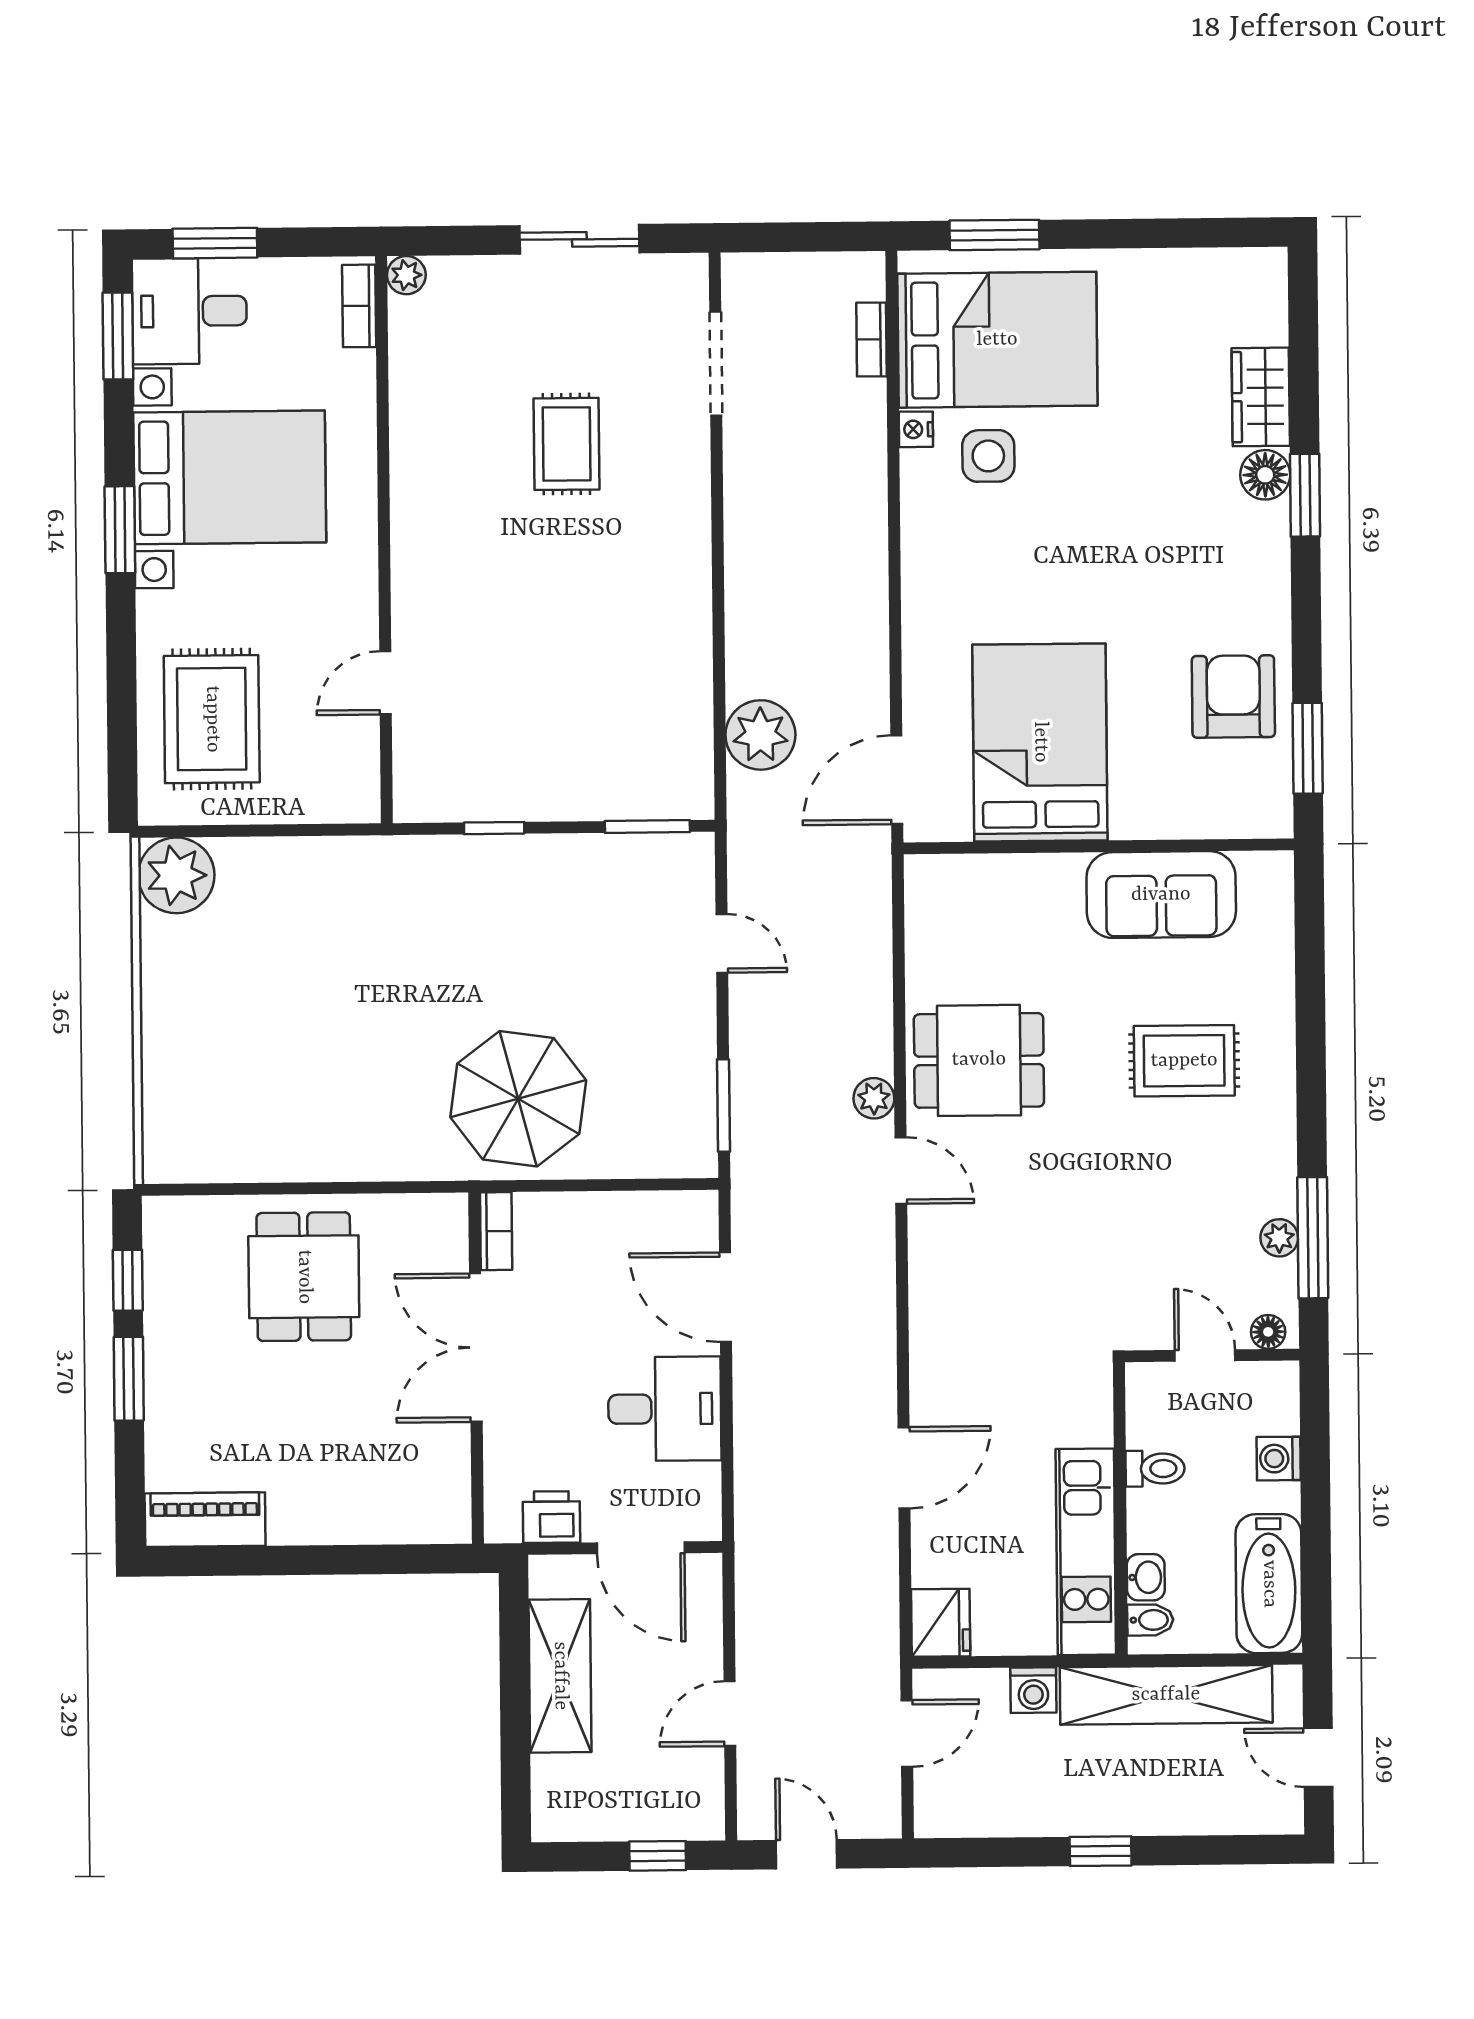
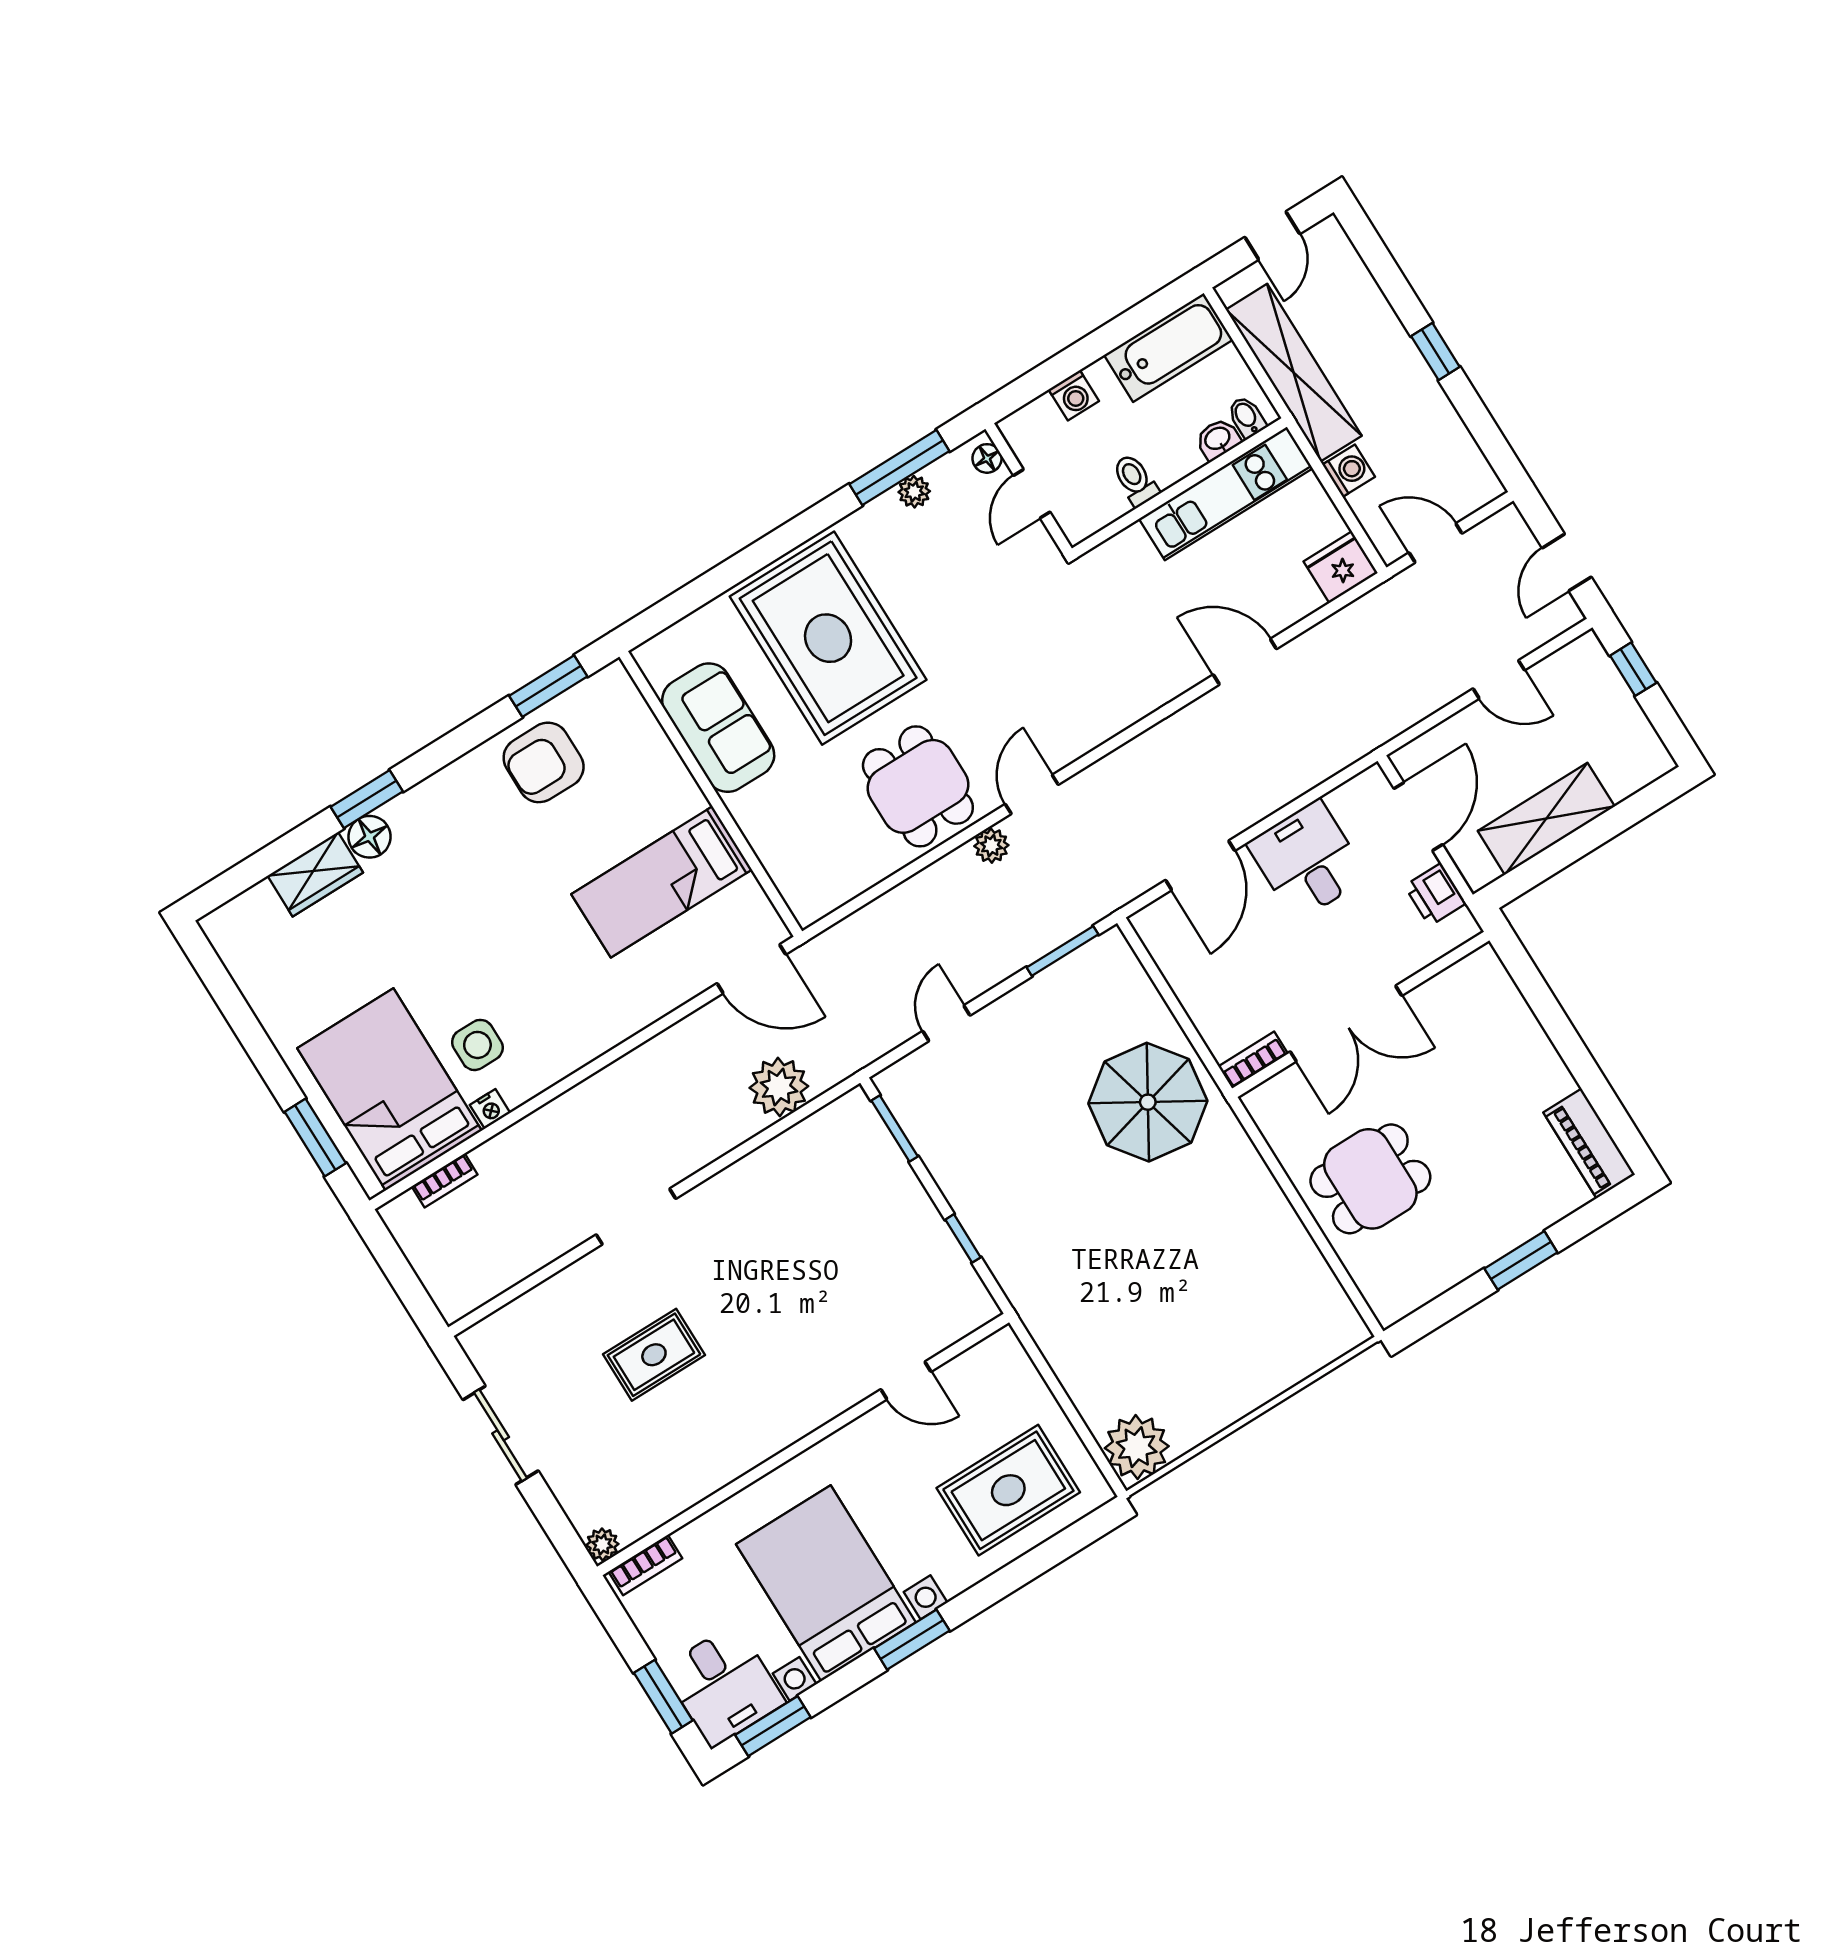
doorway: (716, 364) -> (636, 1217), moved
bed: (1040, 742) -> (662, 882), width x0.67
rug: (1184, 1061) -> (828, 638), width x1.86, depth x2.06
window: (128, 1280) -> (1450, 1304), removed

